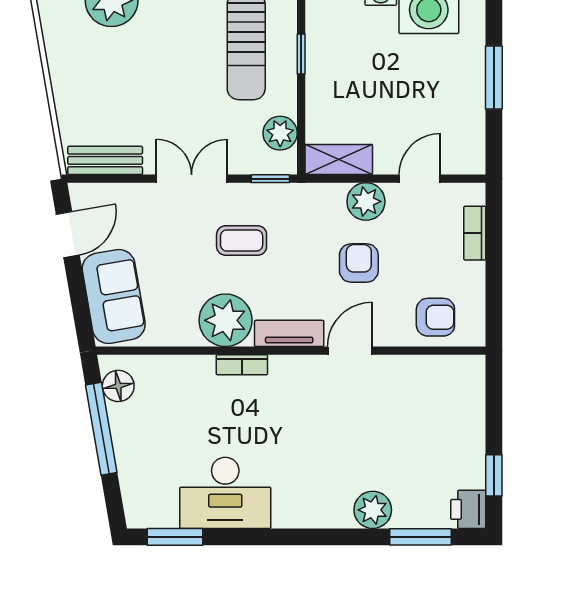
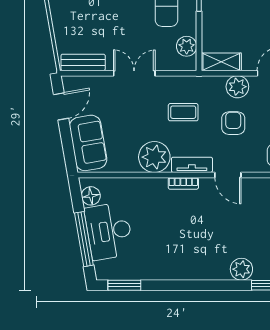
window: (270, 179) -> (181, 73), removed
coffee table: (242, 241) -> (183, 112), moved
door: (350, 351) -> (228, 175), swing flipped
bookcase: (242, 365) -> (183, 183), moved
window: (101, 429) -> (84, 239), moved
desk: (225, 493) -> (109, 231), moved, turned 80

